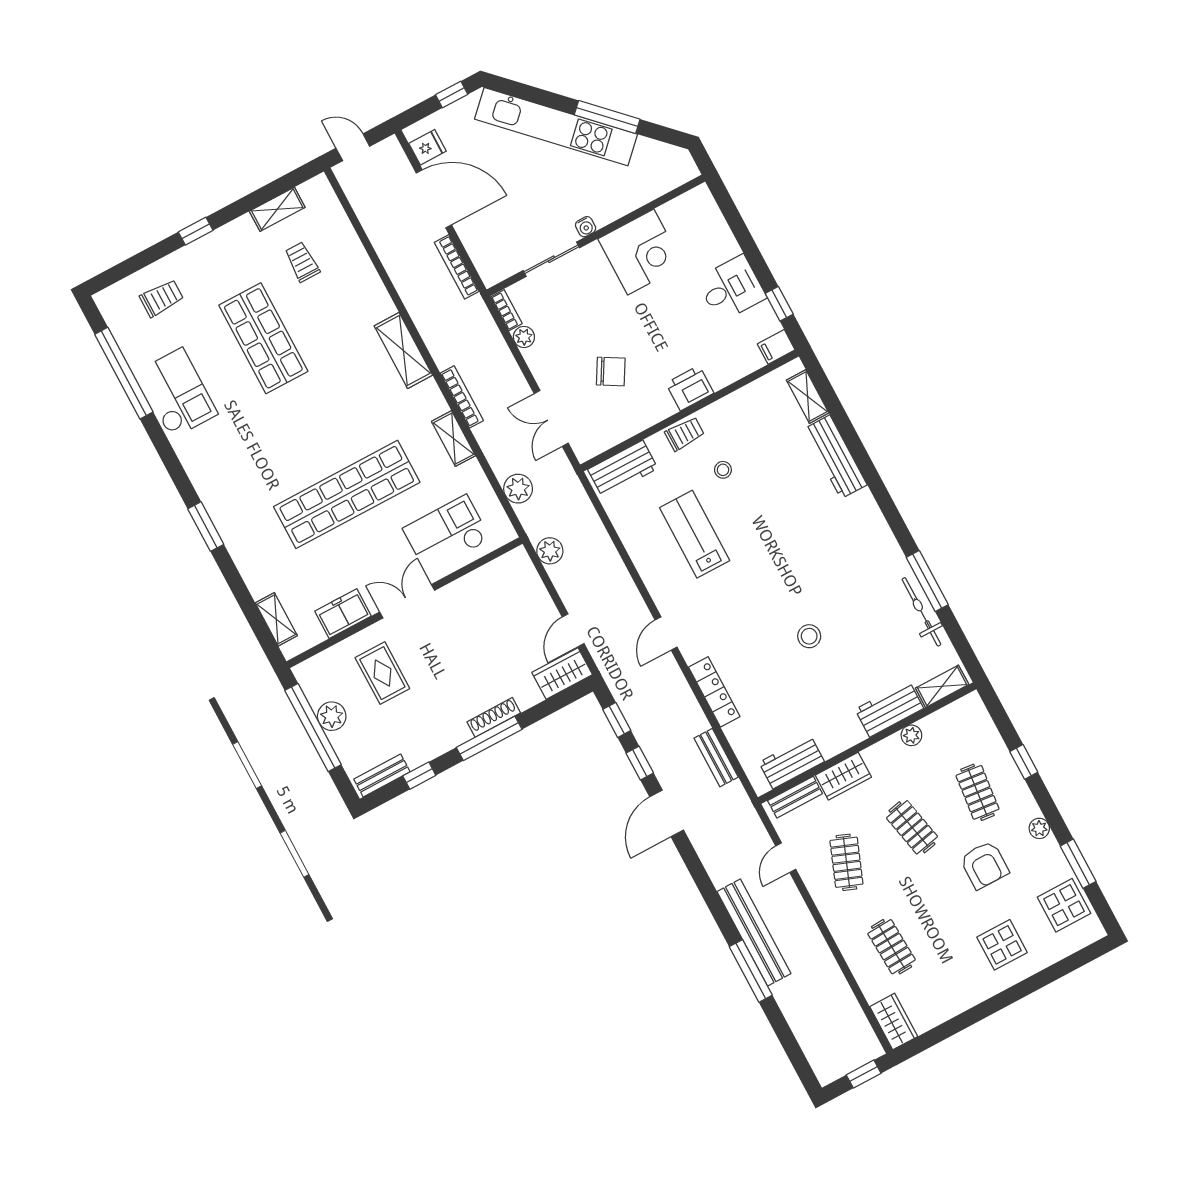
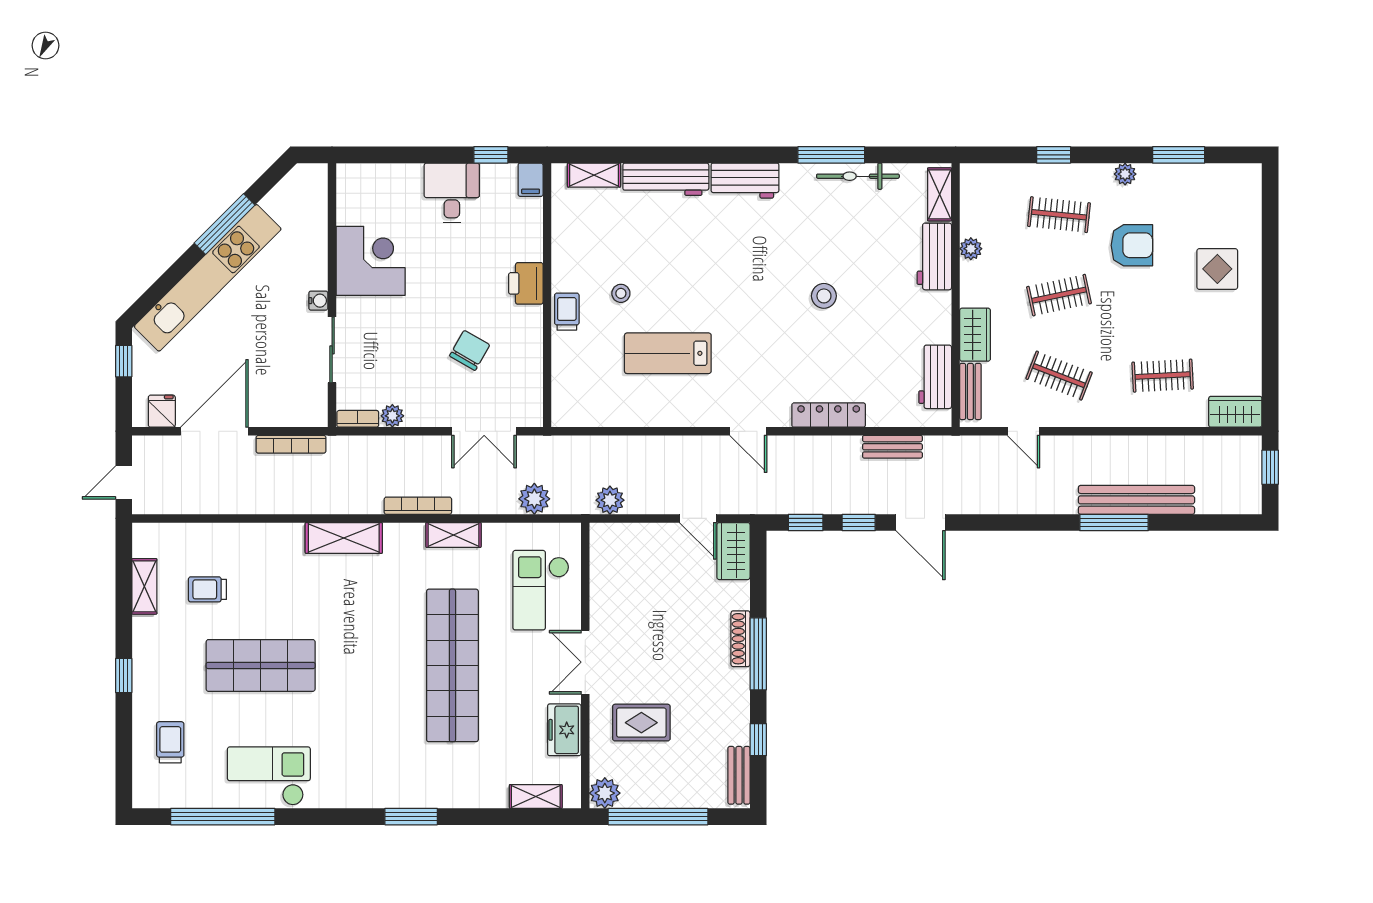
workbench: (623, 469) -> (745, 181), moved, turned 90
plant: (332, 716) -> (605, 793), moved
display table: (1064, 905) -> (1211, 190), removed
bench: (754, 933) -> (1136, 500), moved

